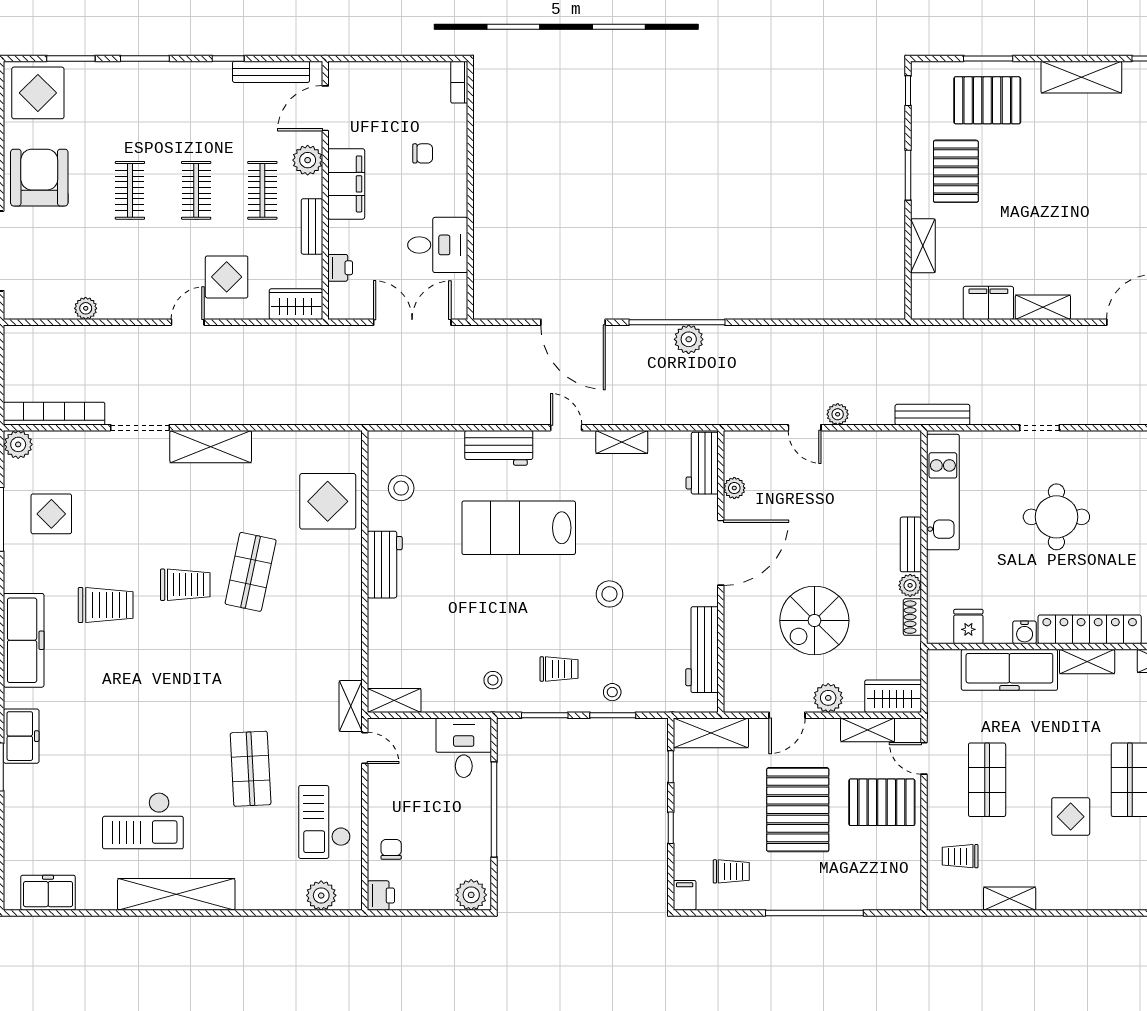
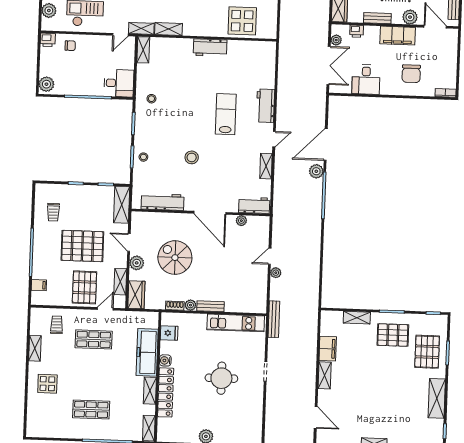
chair: (423, 153) -> (411, 74), width x1.87, depth x1.87
plant: (360, 309) -> (336, 40), added
plant: (689, 339) -> (316, 171), moved
stool: (401, 488) -> (247, 57), removed
lab bench: (519, 528) -> (226, 114), width x0.73, depth x0.72
shelving: (350, 651) -> (169, 29), added
trolley: (559, 669) -> (156, 131), removed
display table: (1071, 817) -> (47, 384), moved
filing cabinet: (685, 895) -> (39, 285), moved

